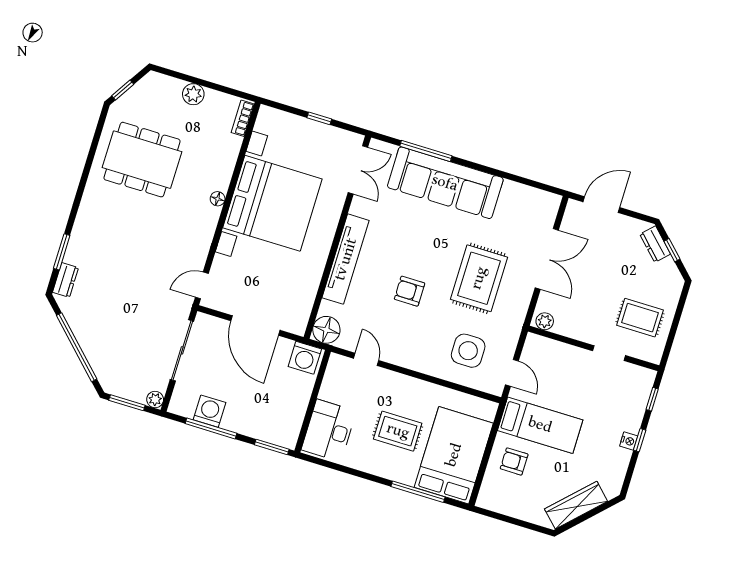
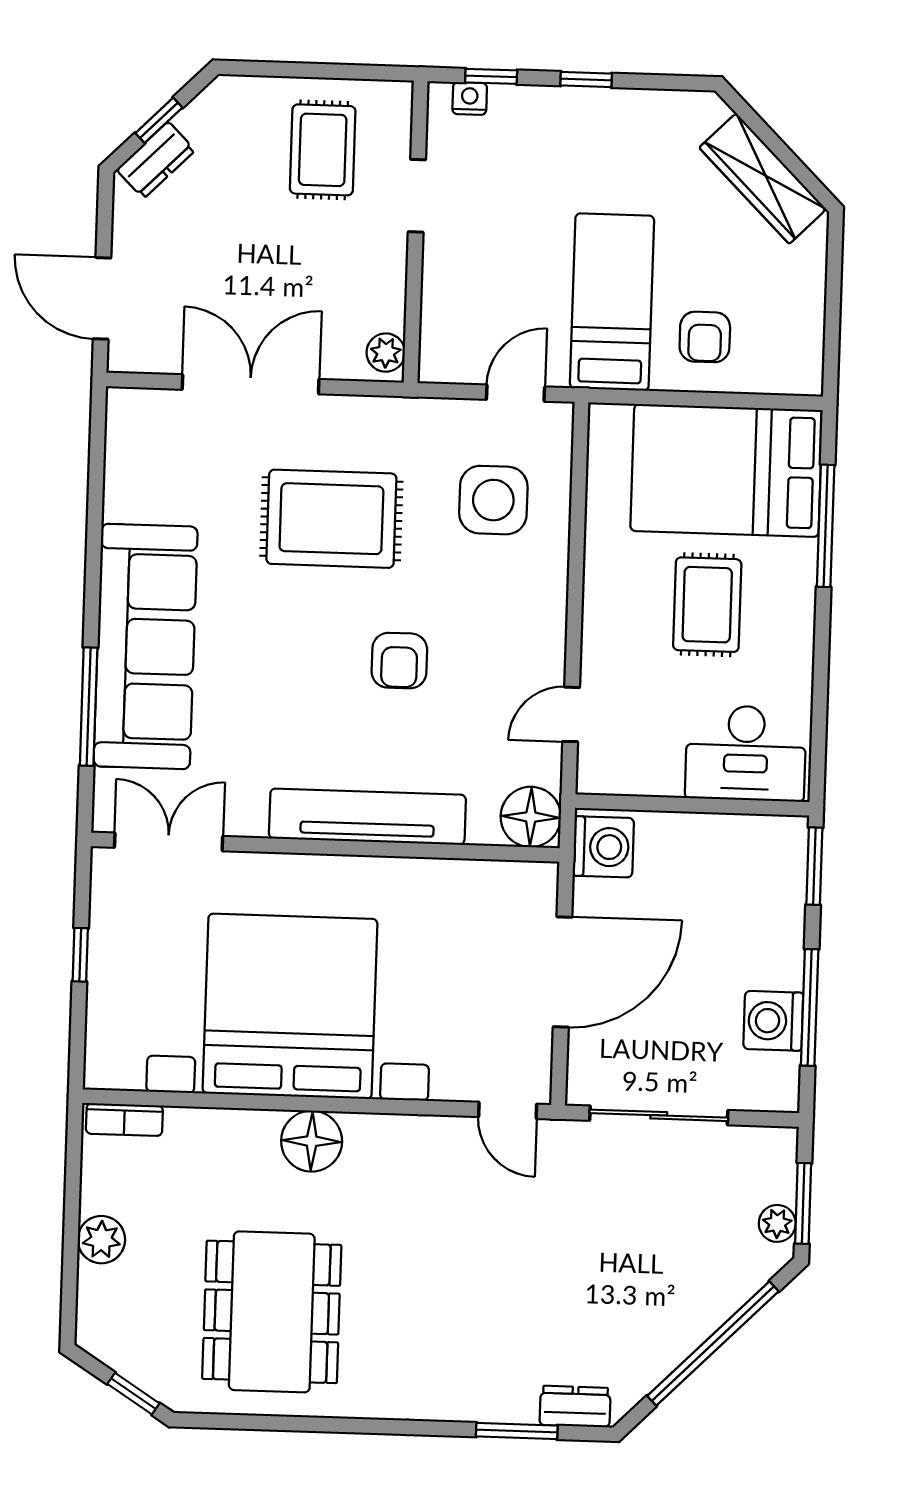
floor lamp: (218, 199) -> (312, 1141), width x1.89, depth x1.89
plant: (155, 399) -> (777, 1223), moved
nightstand: (629, 441) -> (470, 98), moved

